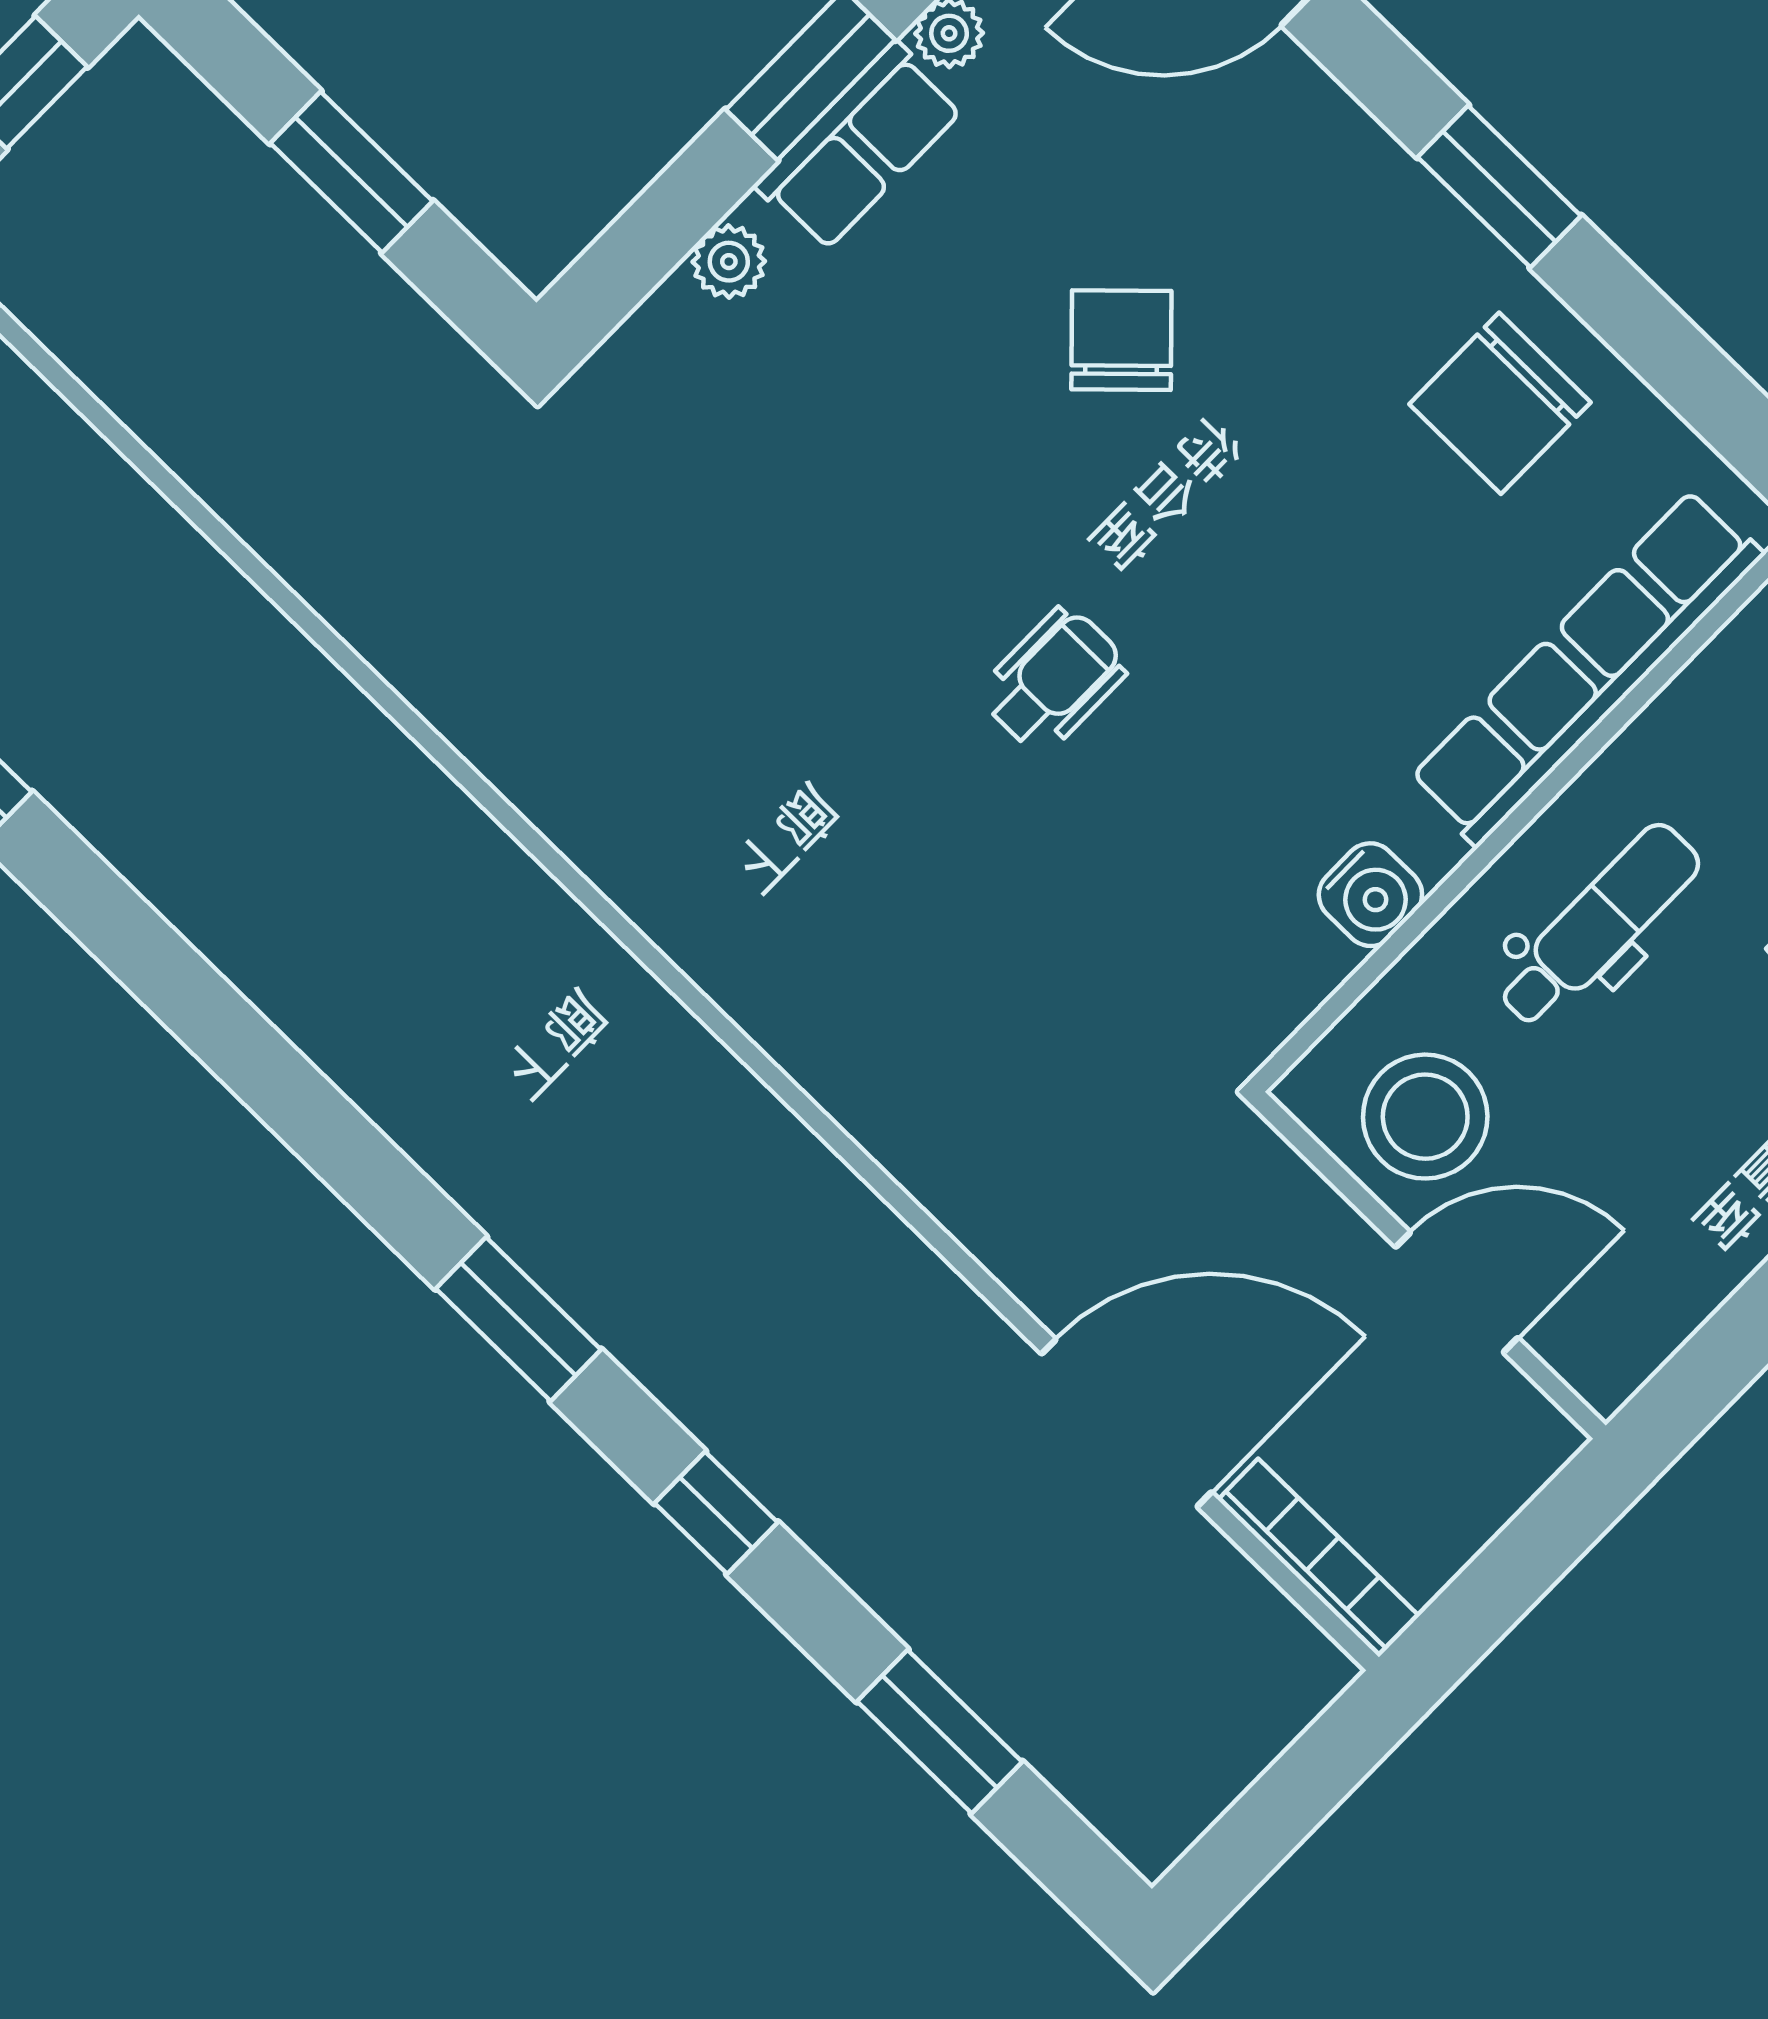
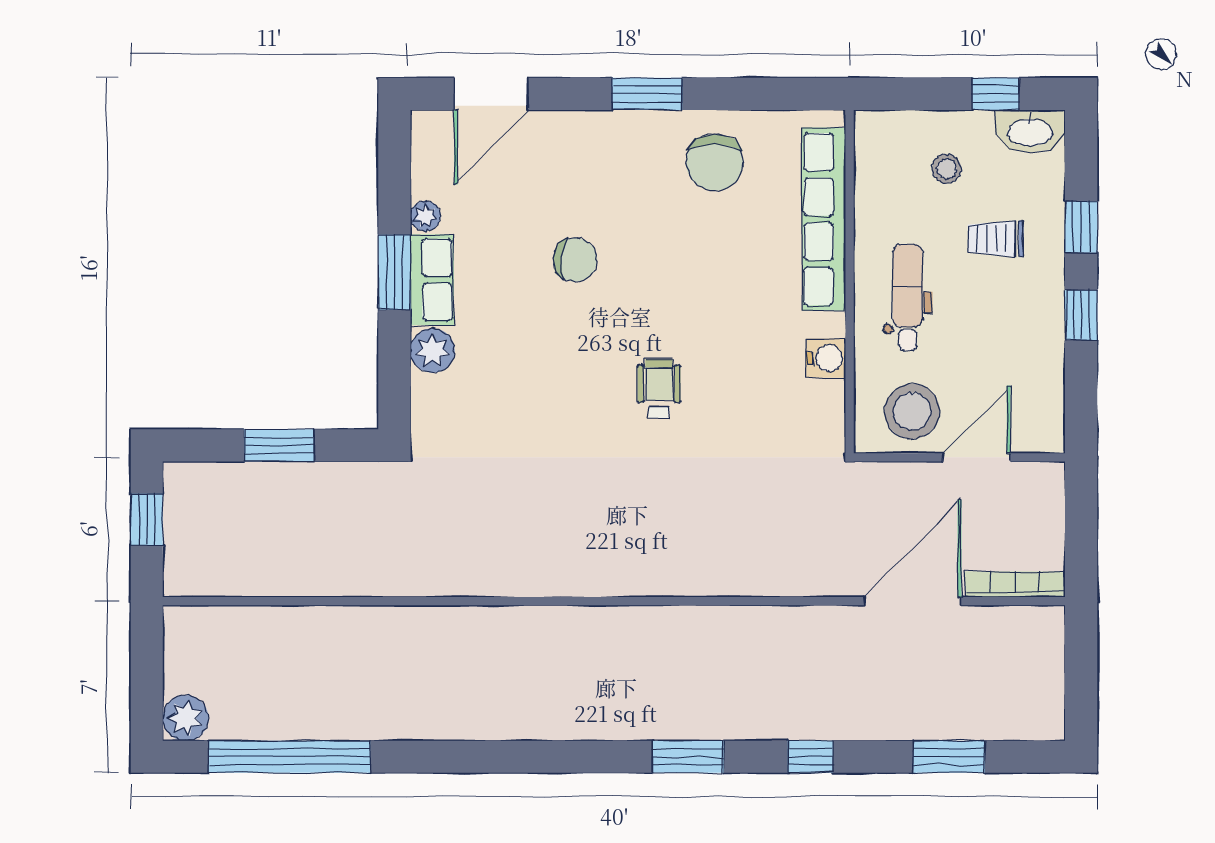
plant: (729, 262) -> (432, 351), width x1.38, depth x1.38
chair: (1121, 340) -> (575, 260), turned 140

